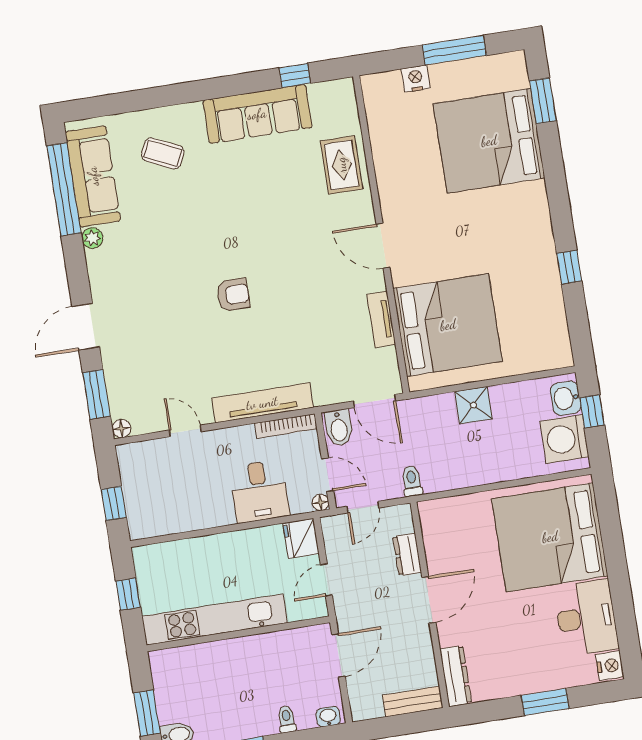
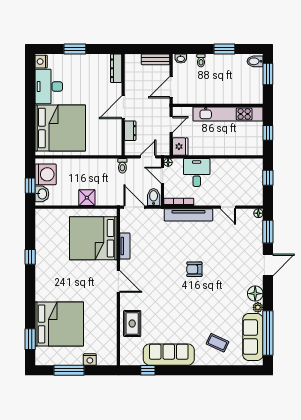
floor lamp: (102, 265) -> (255, 294), added
bench: (413, 702) -> (156, 59), moved

